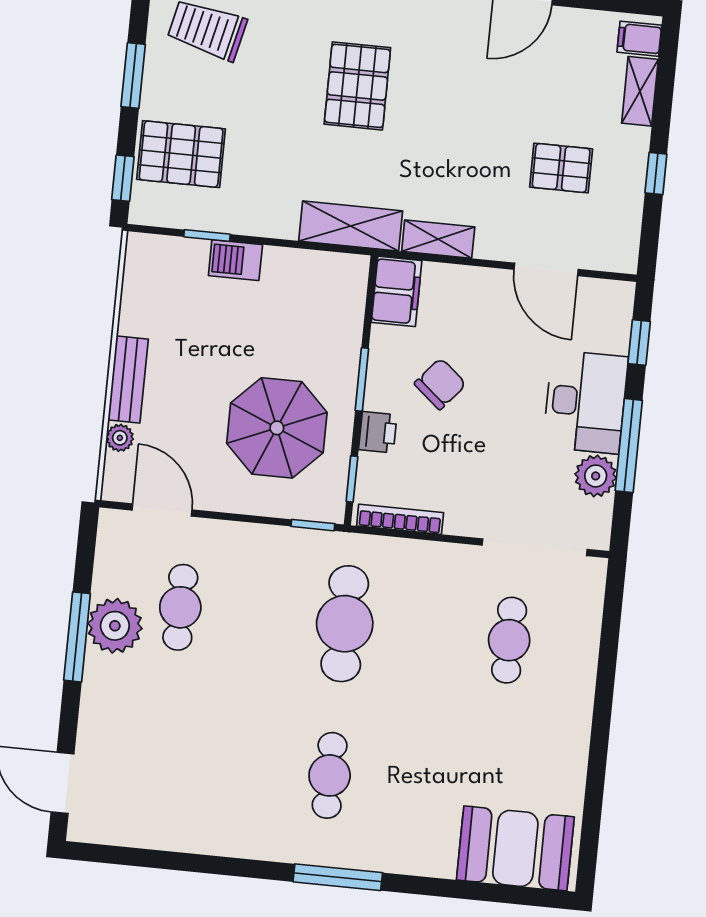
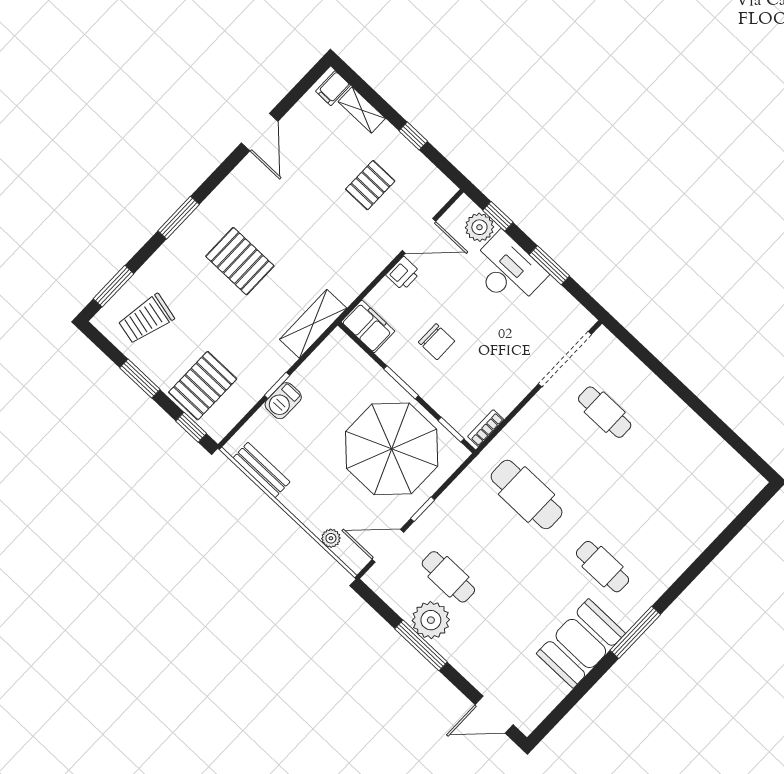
window: (207, 236) -> (277, 385), moved
shelving: (438, 239) -> (357, 282), removed
bench: (128, 379) -> (261, 470), moved
chair: (440, 384) -> (437, 342), turned 140
parasol: (277, 428) -> (392, 449), width x1.36, depth x1.36
printer: (378, 432) -> (403, 274), moved, turned 90
window: (629, 446) -> (549, 265), width x0.69
plant: (596, 476) -> (479, 227), moved
bookcase: (400, 519) -> (486, 428), width x0.64
window: (313, 525) -> (423, 509), moved
booth: (515, 848) -> (581, 643), moved
window: (338, 877) -> (635, 632), moved

